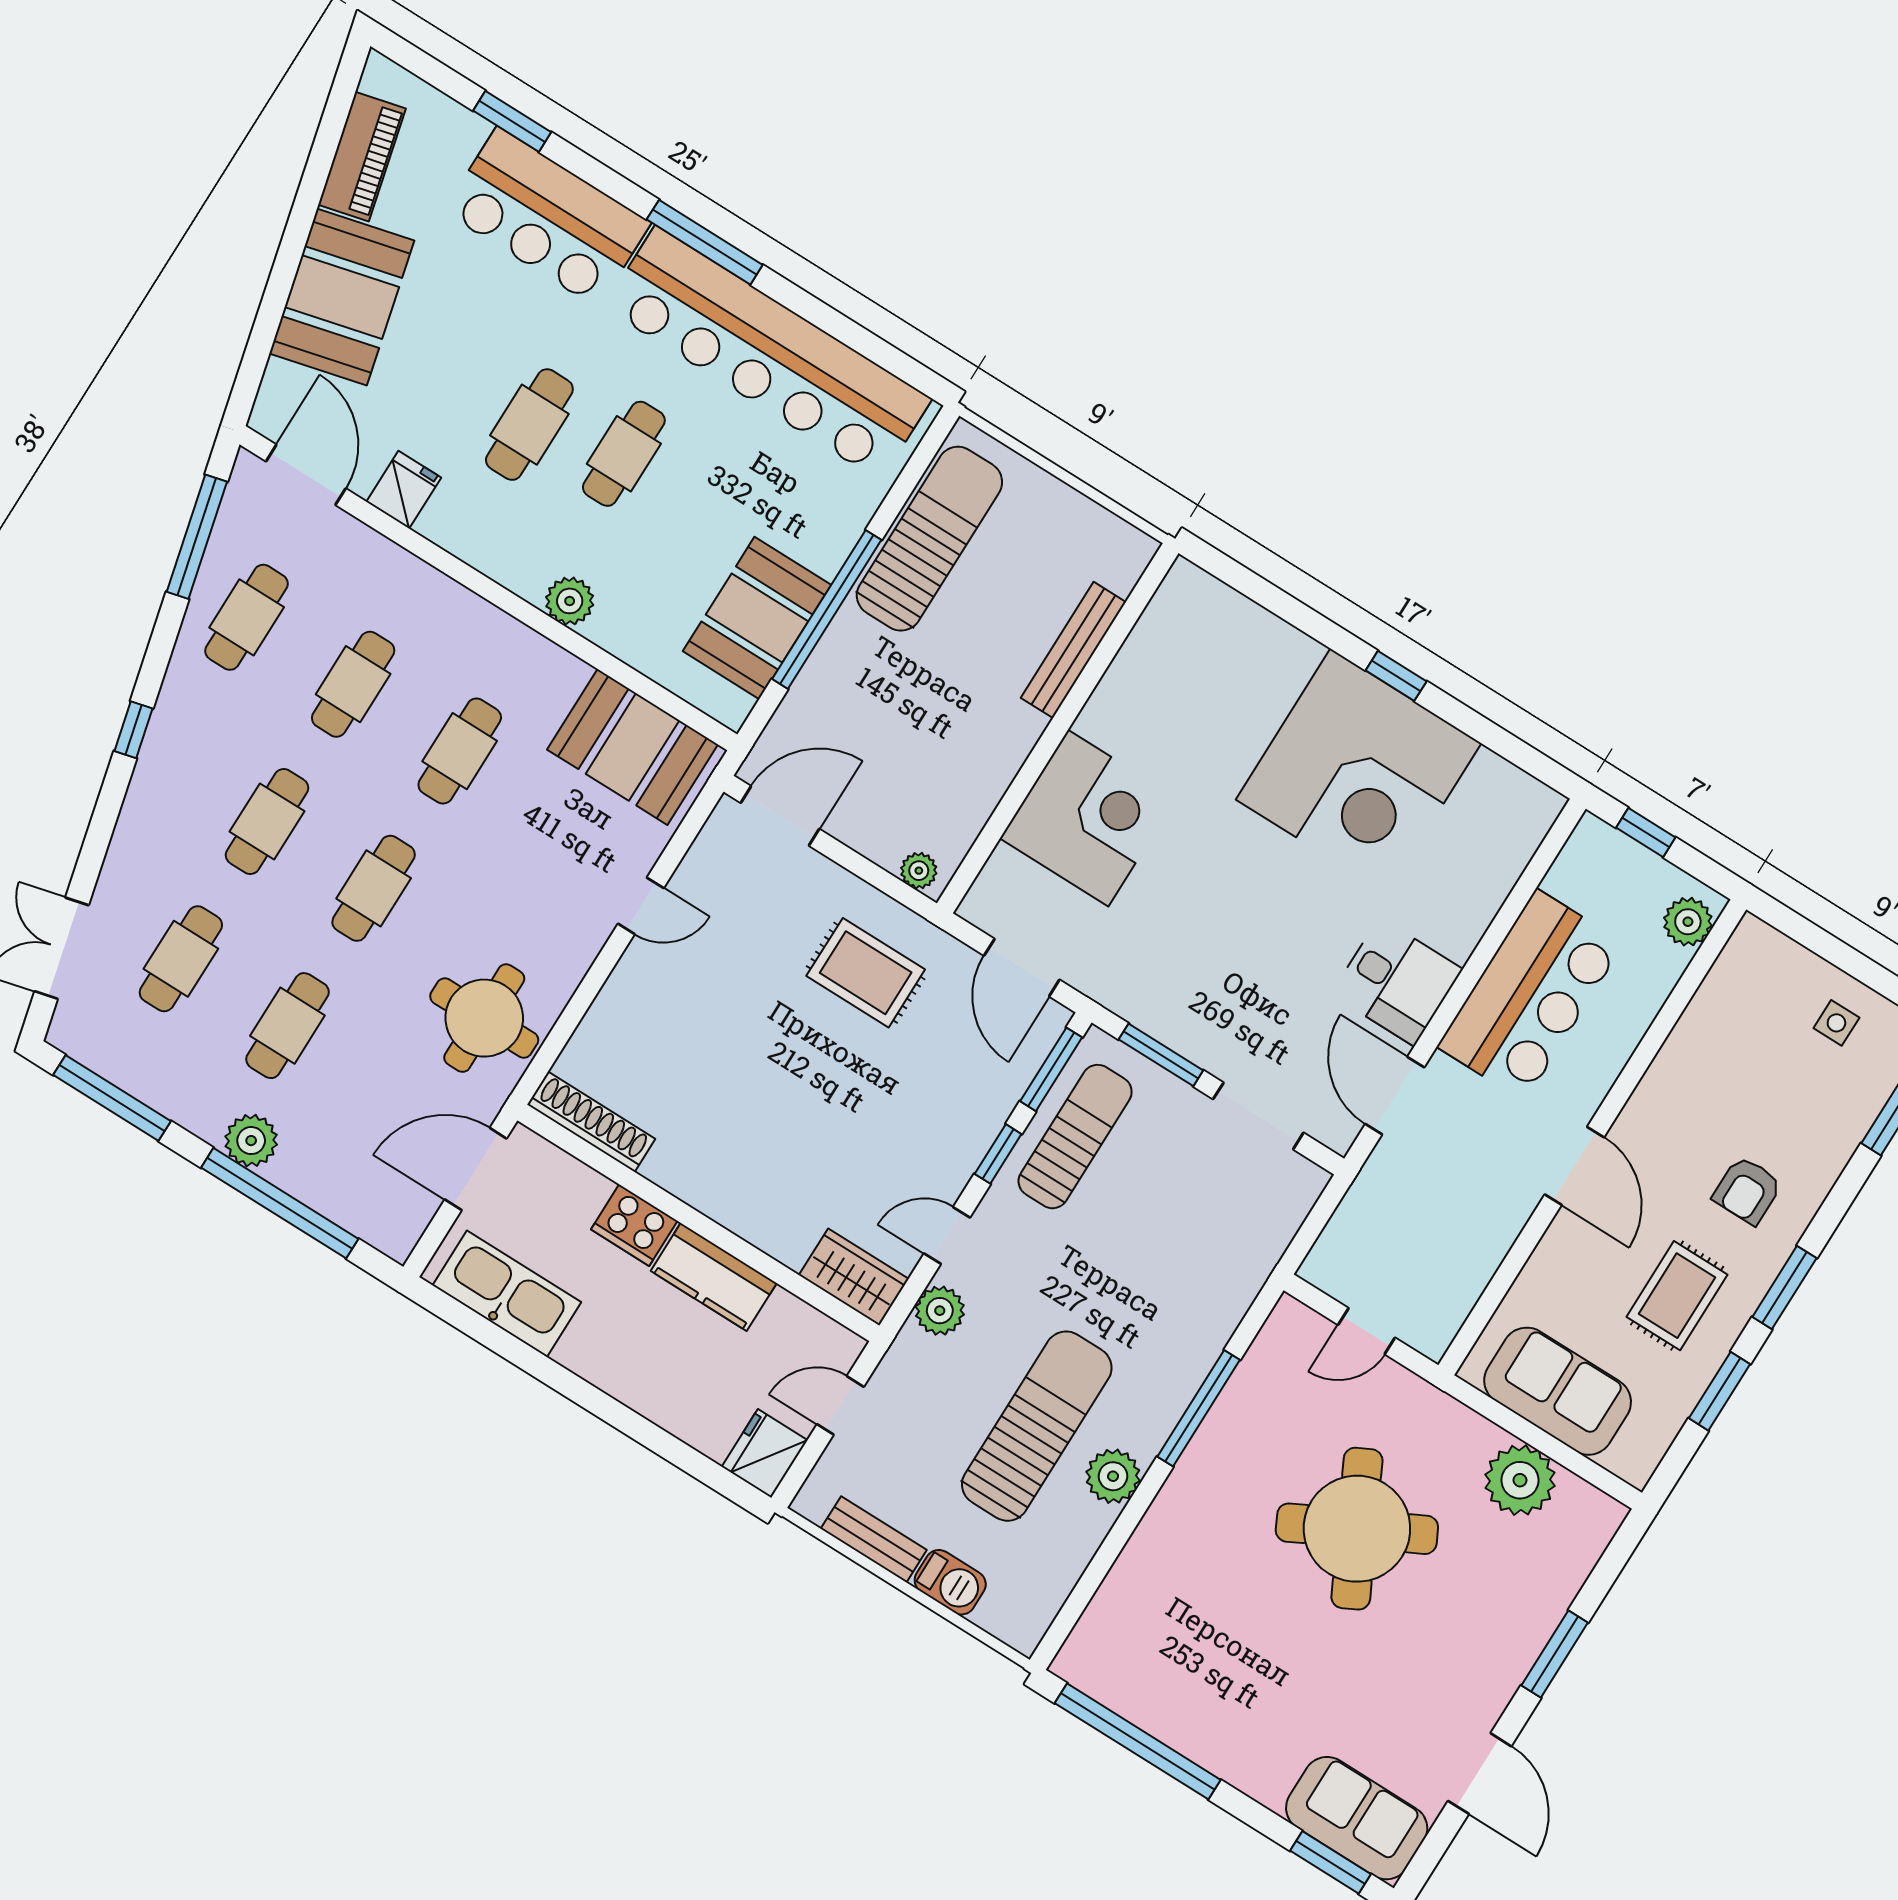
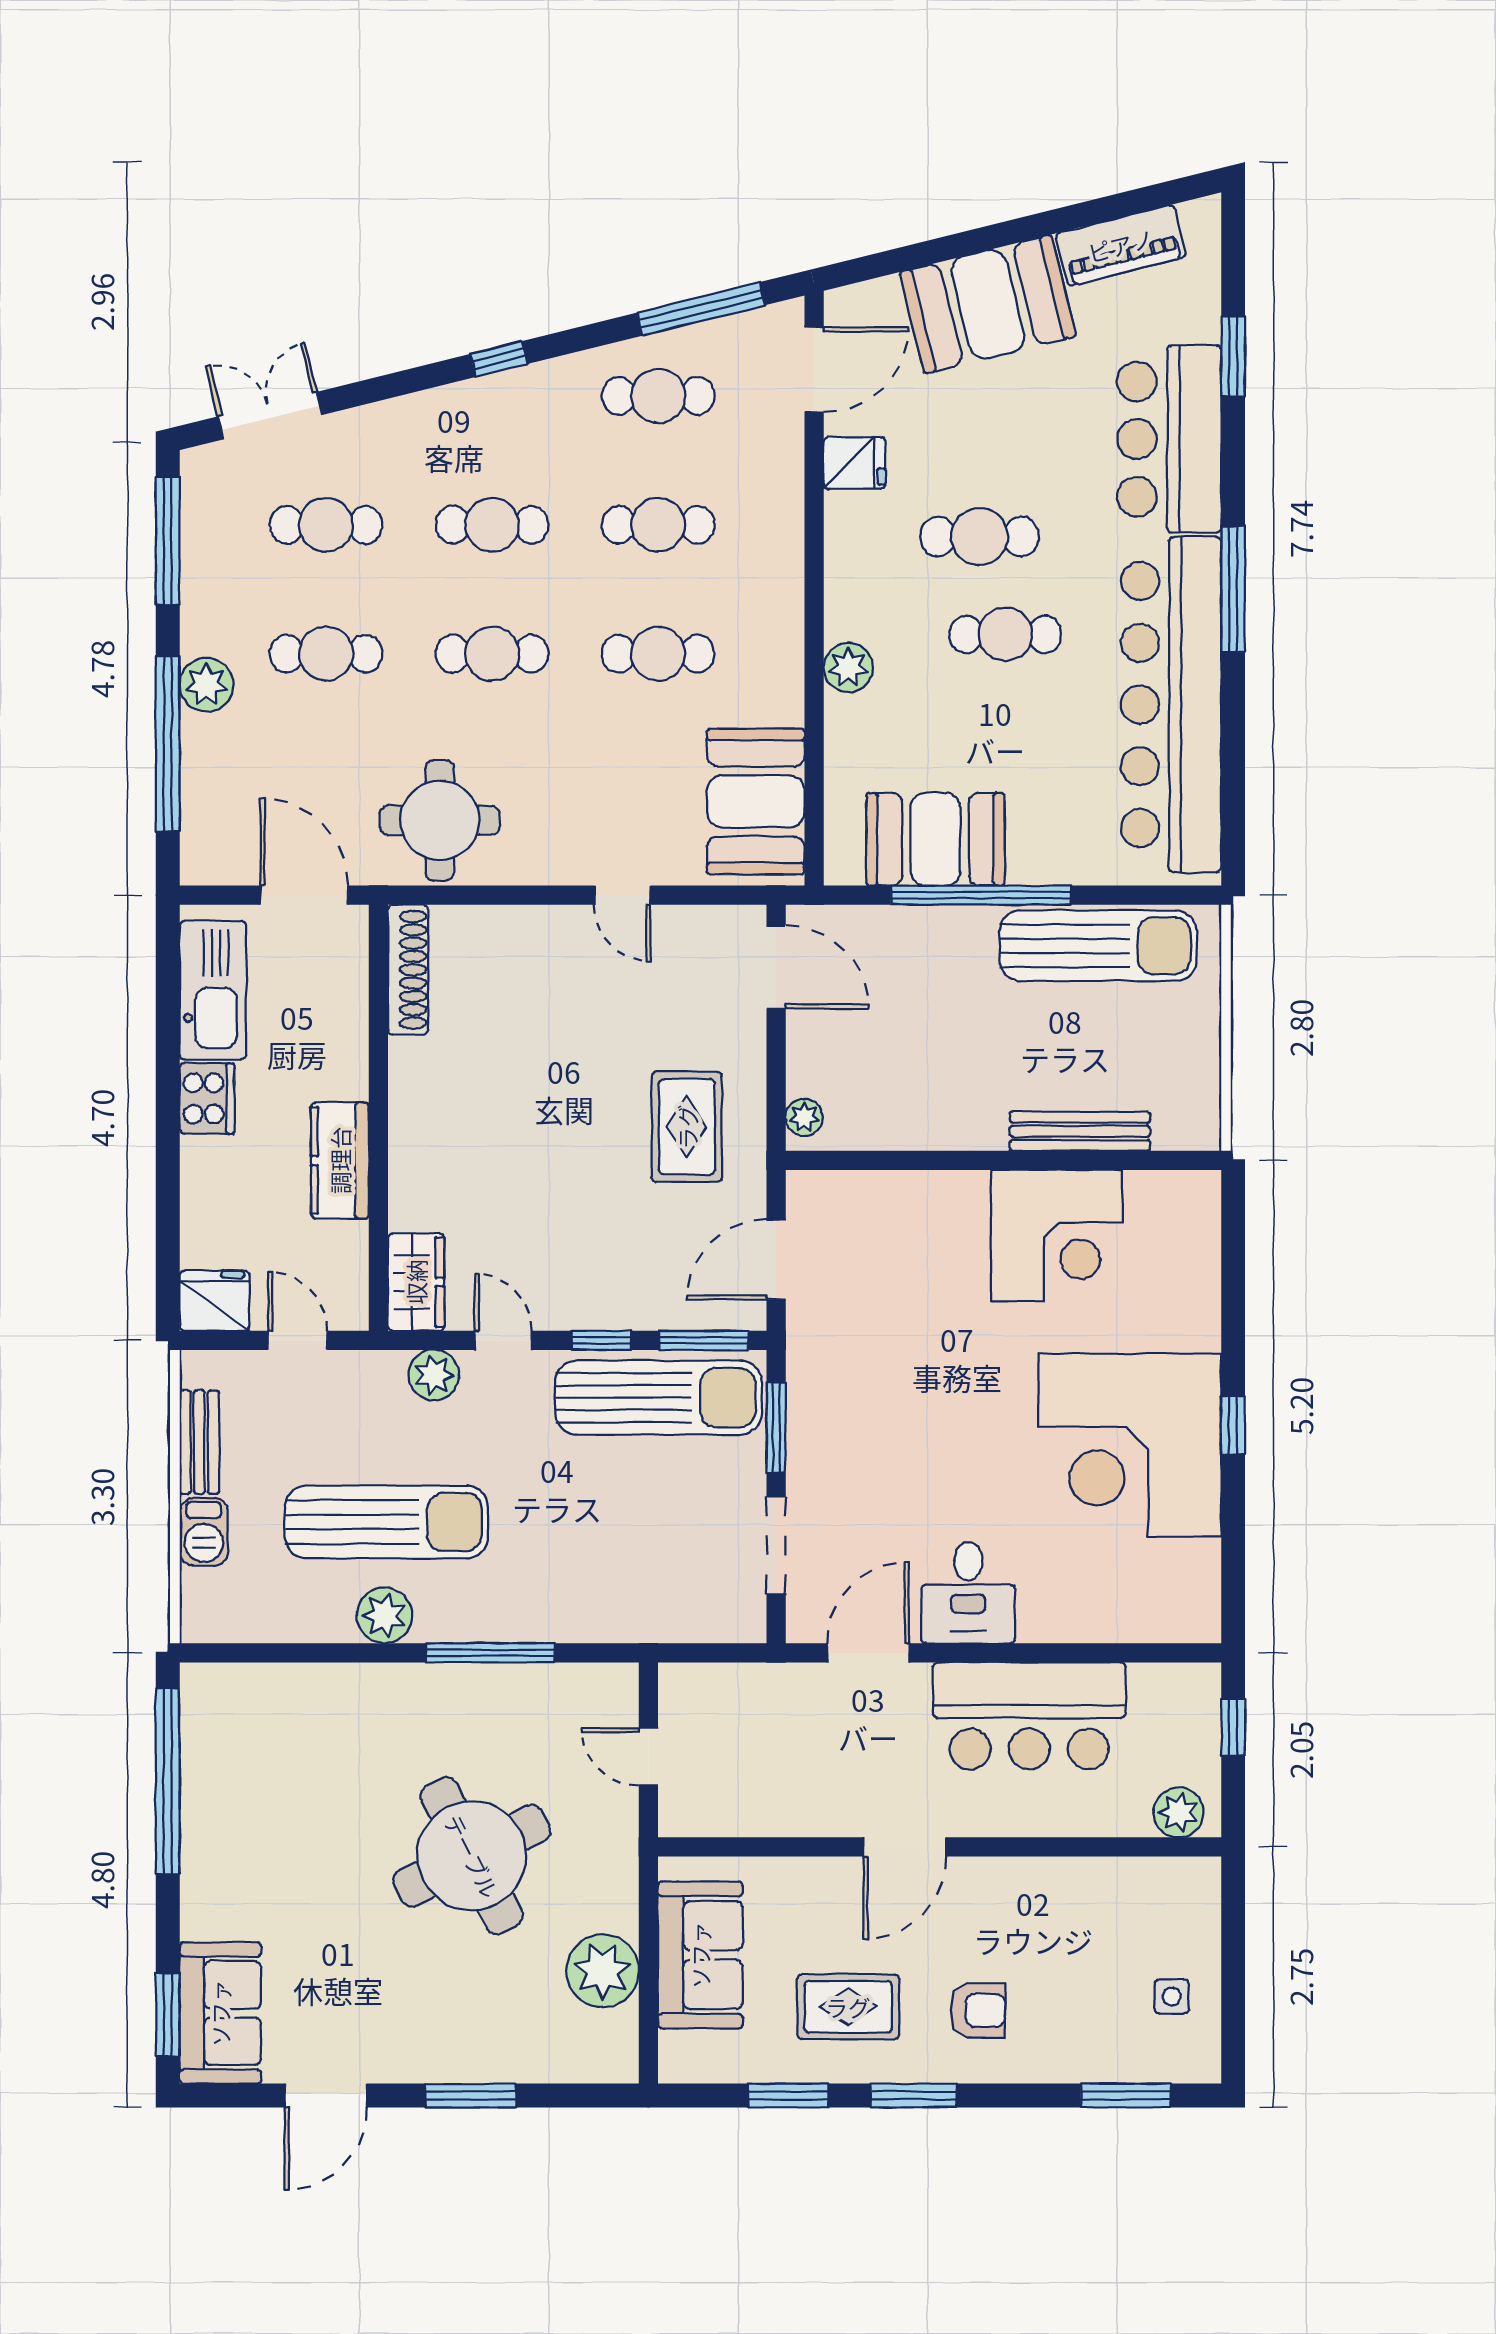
corner desk: (1088, 818) -> (1057, 1236), moved
sun lounger: (1075, 1137) -> (659, 1398), width x1.36, depth x1.34
armchair: (1747, 1190) -> (978, 2010), turned 180
cooker: (634, 1225) -> (207, 1099), moved, turned 180

